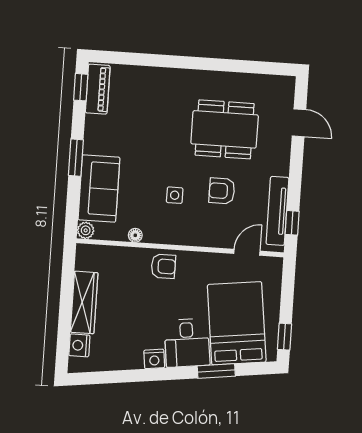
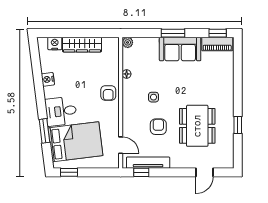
window: (228, 65) -> (238, 125), added
sofa: (99, 188) -> (180, 49), moved
nightstand: (154, 359) -> (48, 79), moved

